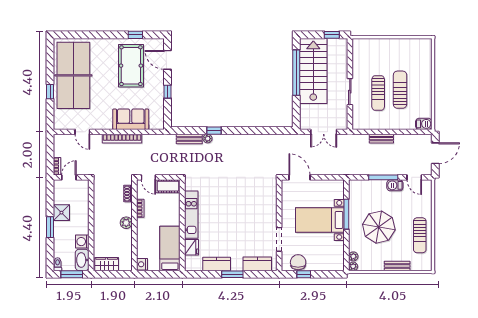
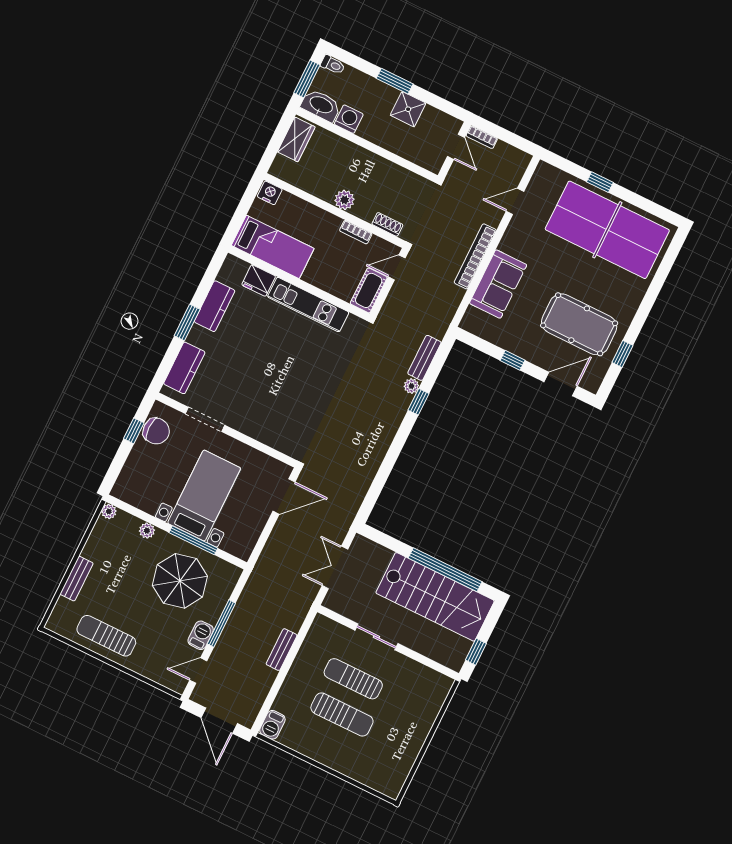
parasol: (379, 227) -> (180, 581), moved
plant: (353, 256) -> (147, 531), moved

